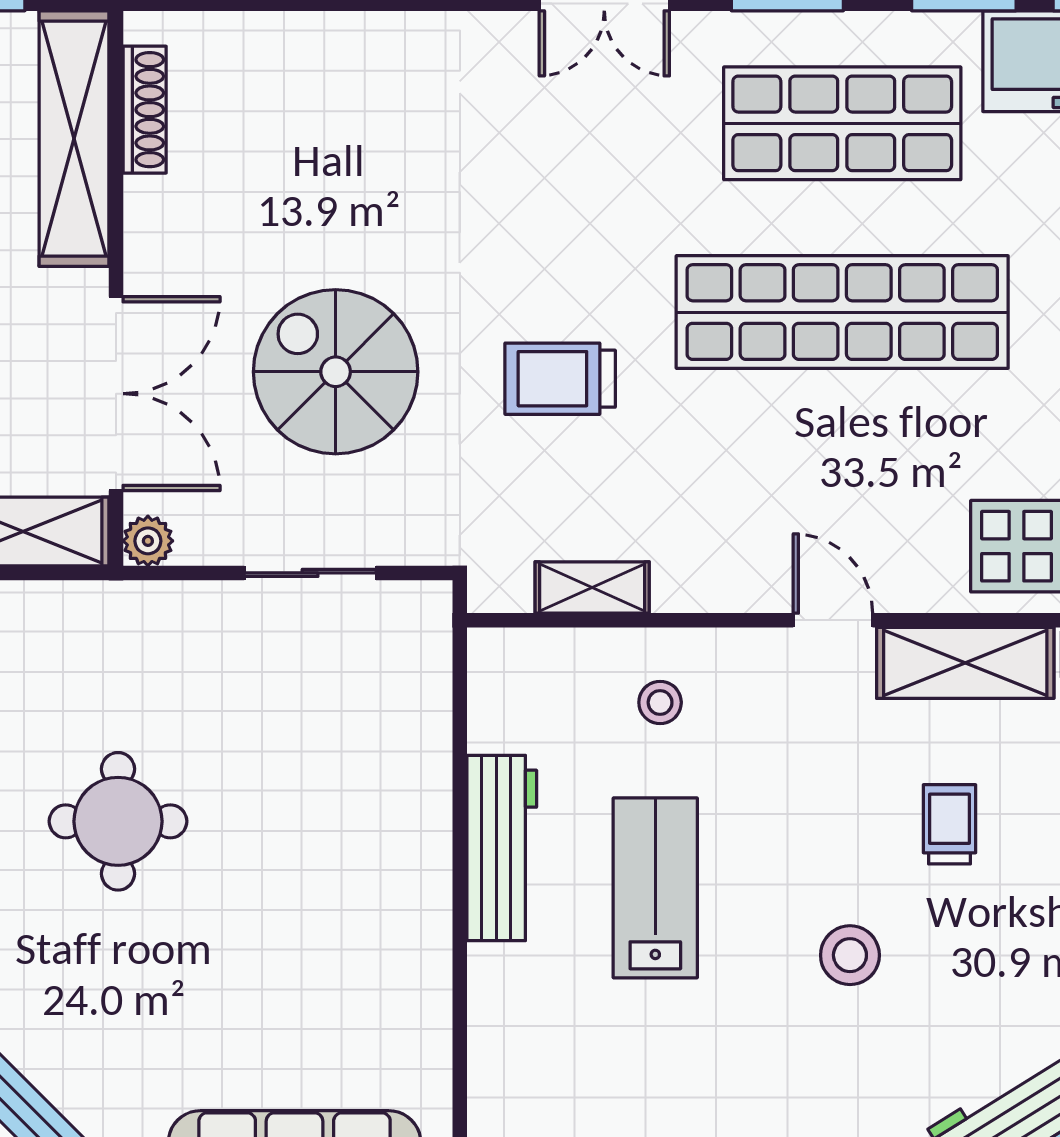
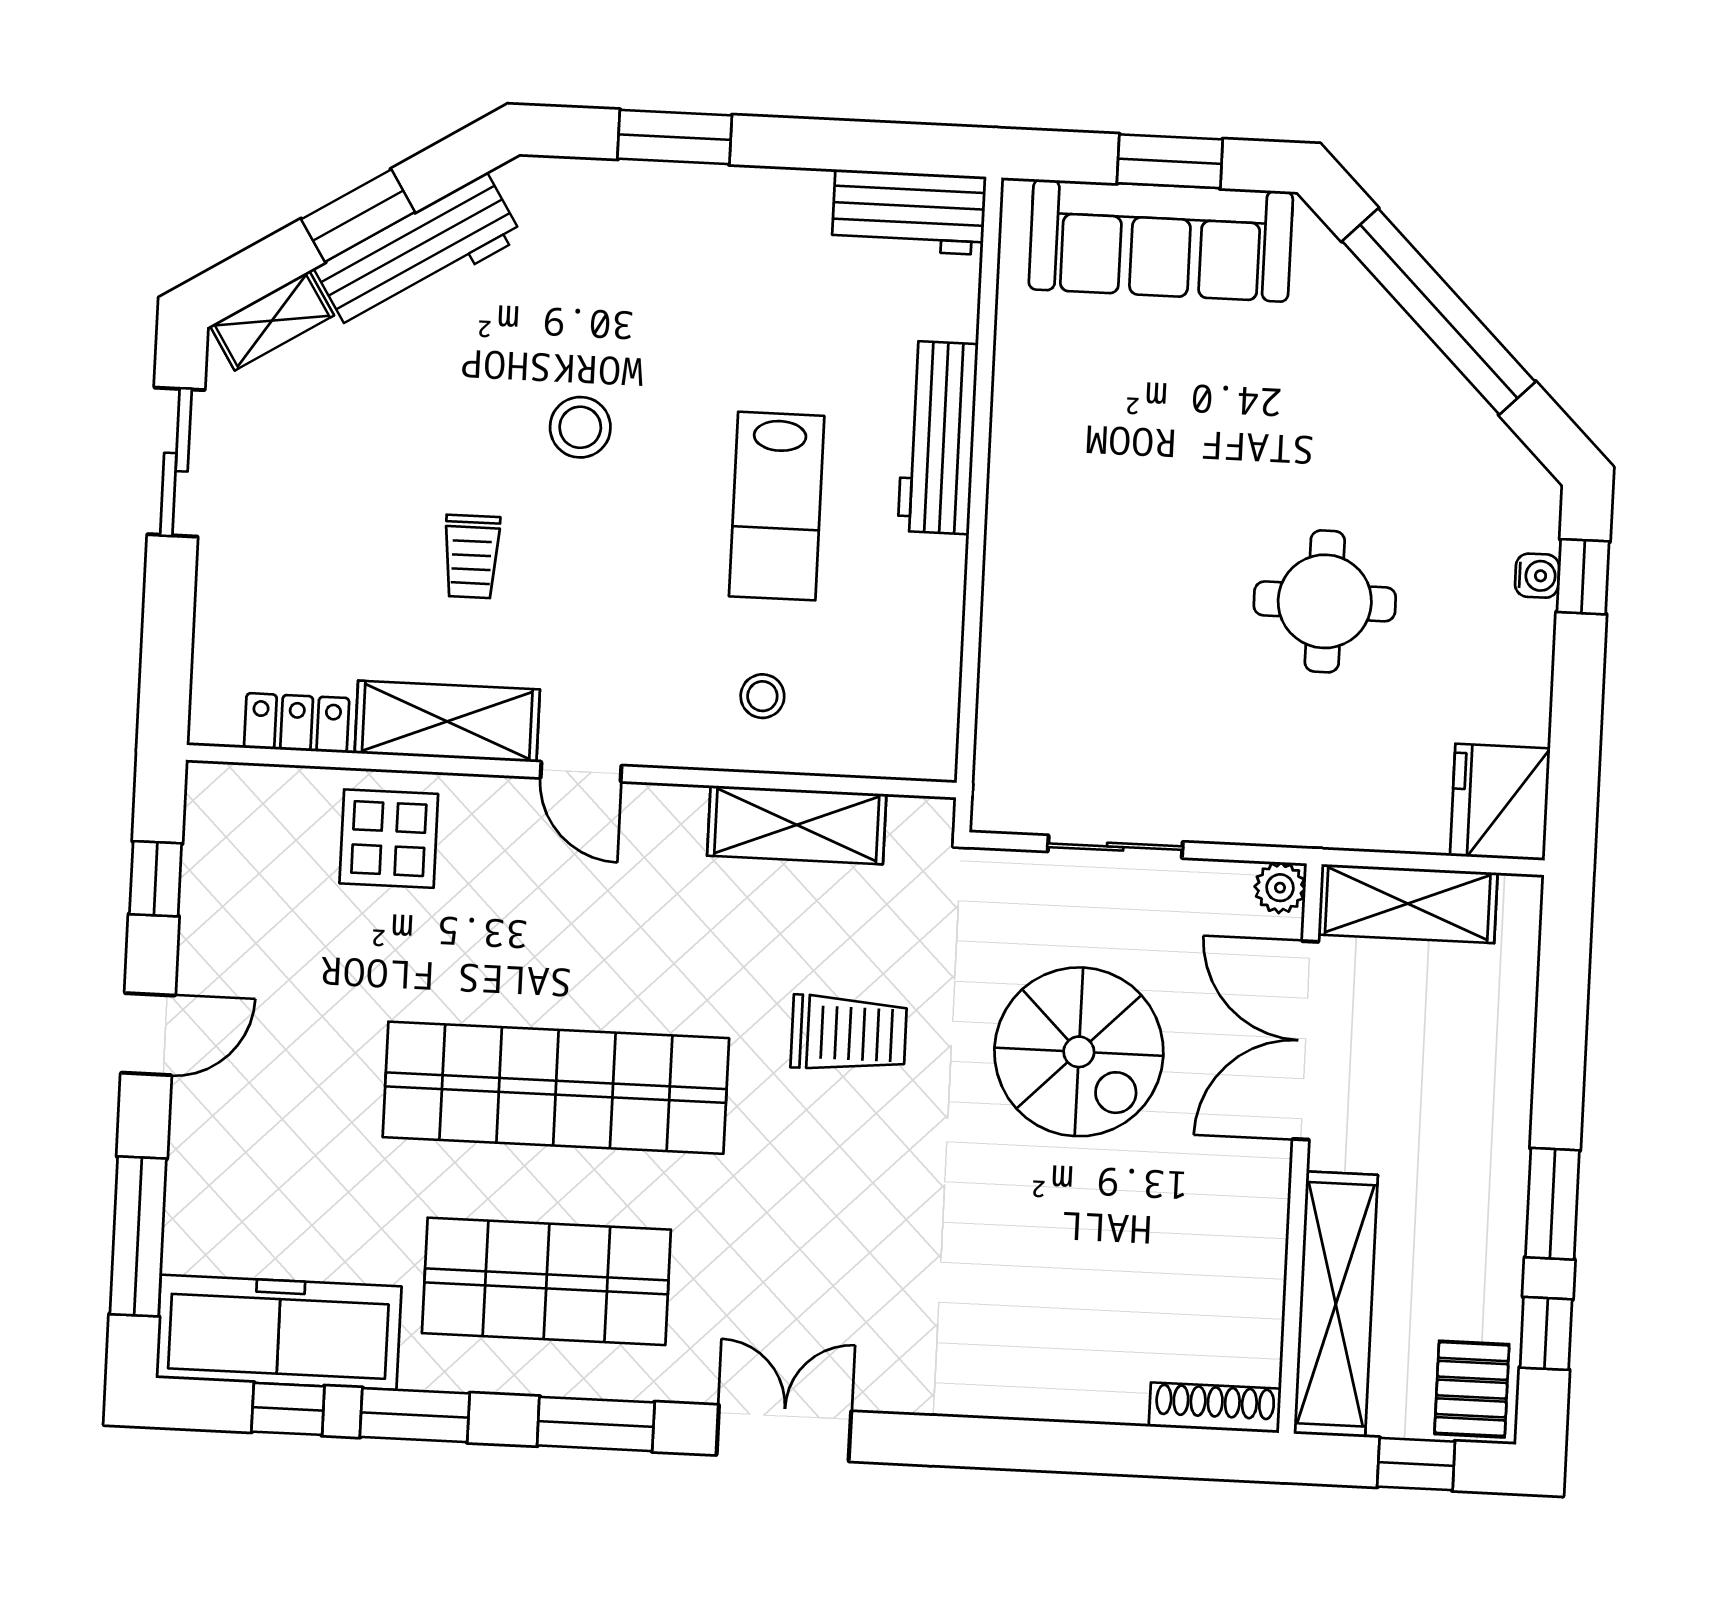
shoe rack: (145, 110) -> (1215, 1408), moved, turned 90
shelving: (592, 588) -> (797, 825), width x1.50, depth x1.33
workbench: (502, 848) -> (938, 437), moved

